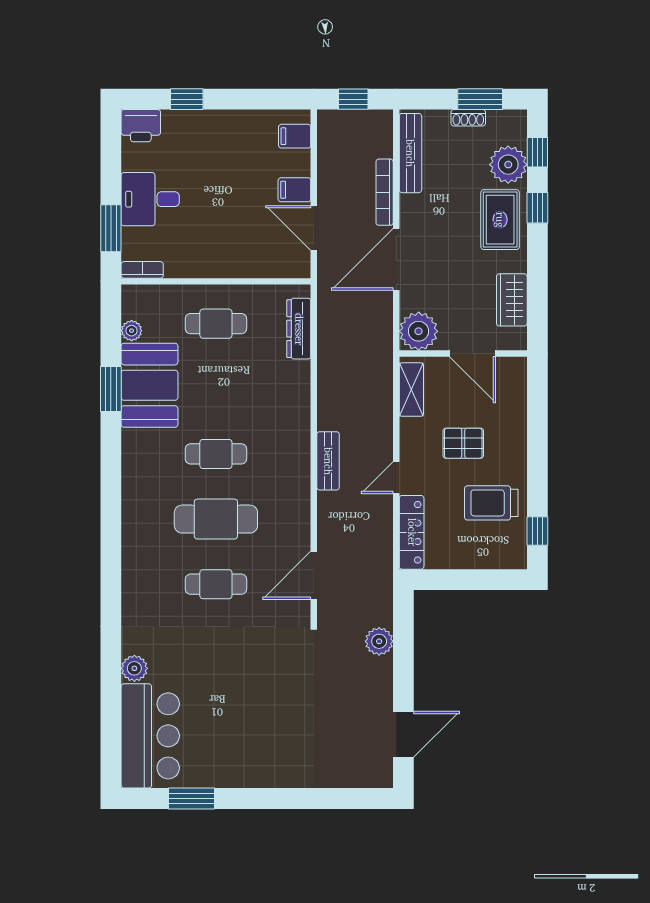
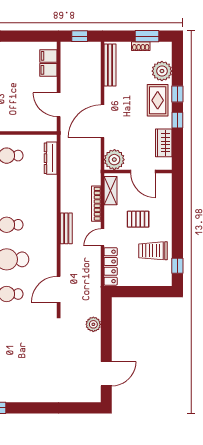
window: (537, 152) -> (177, 120), moved
filing cabinet: (294, 190) -> (48, 70), moved
bookcase: (385, 192) -> (96, 204), moved

